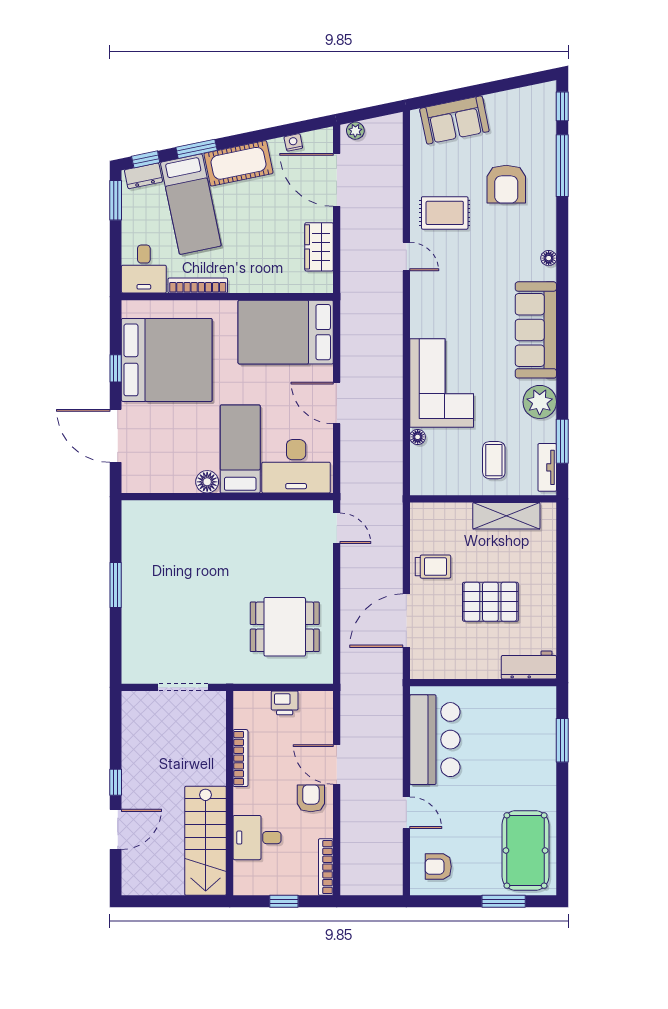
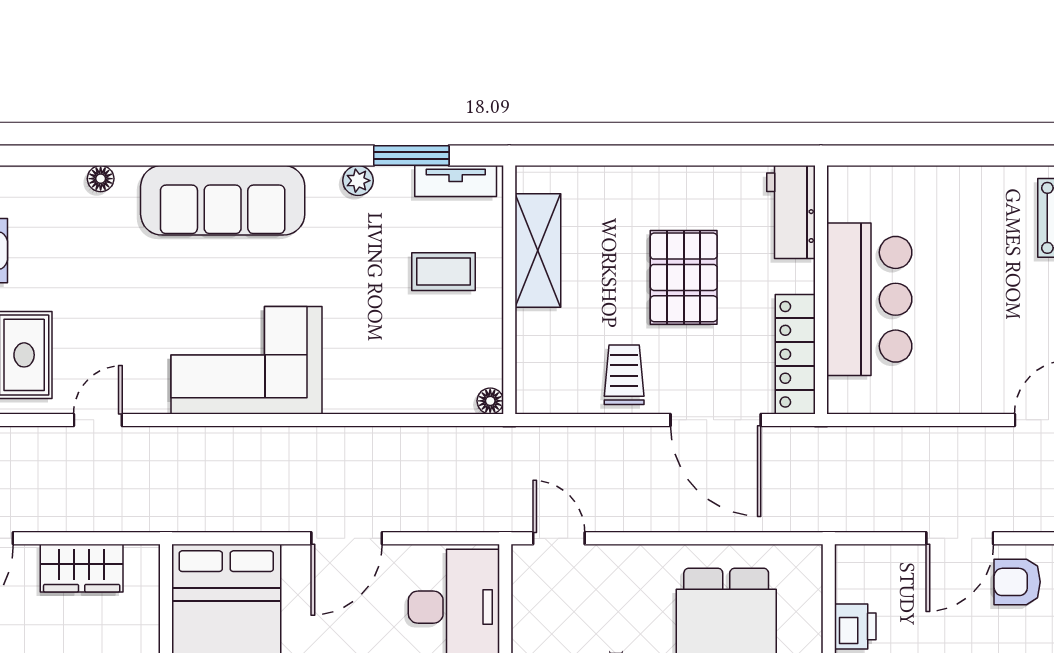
corner sofa: (442, 383) -> (247, 360), moved
plant: (540, 402) -> (358, 181), width x0.53, depth x0.53
floor lamp: (418, 437) -> (490, 401), moved
door: (337, 528) -> (559, 538), hinge flipped
locker: (445, 667) -> (795, 354), added
bar counter: (435, 740) -> (869, 299), moved, turned 90
window: (562, 740) -> (918, 156), removed

